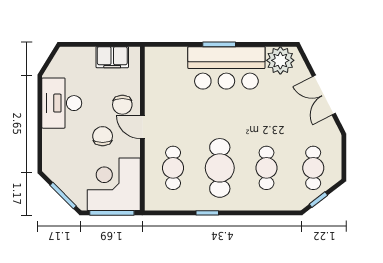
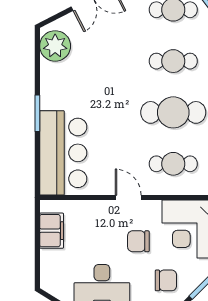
bar counter: (226, 68) -> (63, 153), moved
chair: (122, 105) -> (166, 280), moved
door: (142, 127) -> (128, 198), swing flipped

